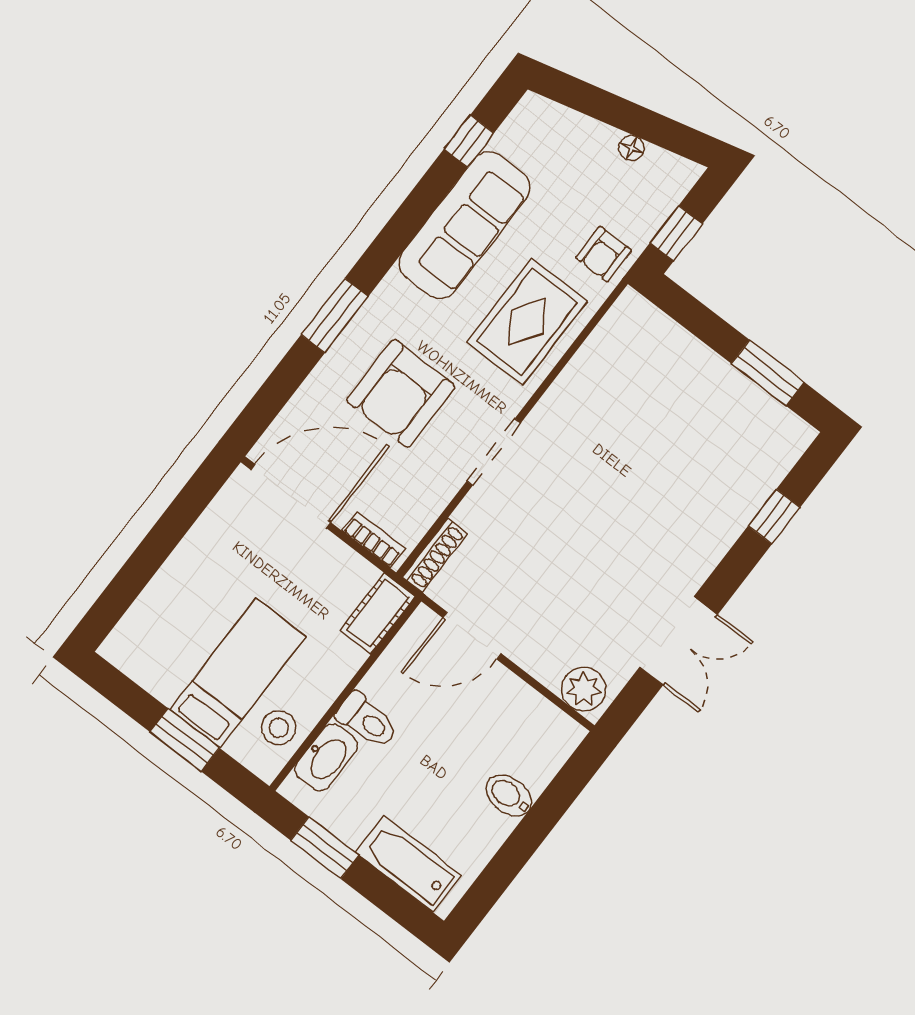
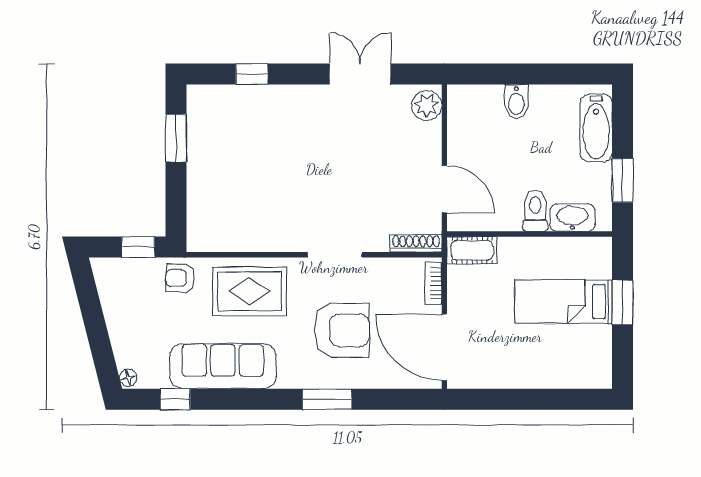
floor lamp: (631, 148) -> (128, 378), moved
armchair: (604, 254) -> (180, 278), turned 180
stool: (279, 728) -> (576, 256), removed

